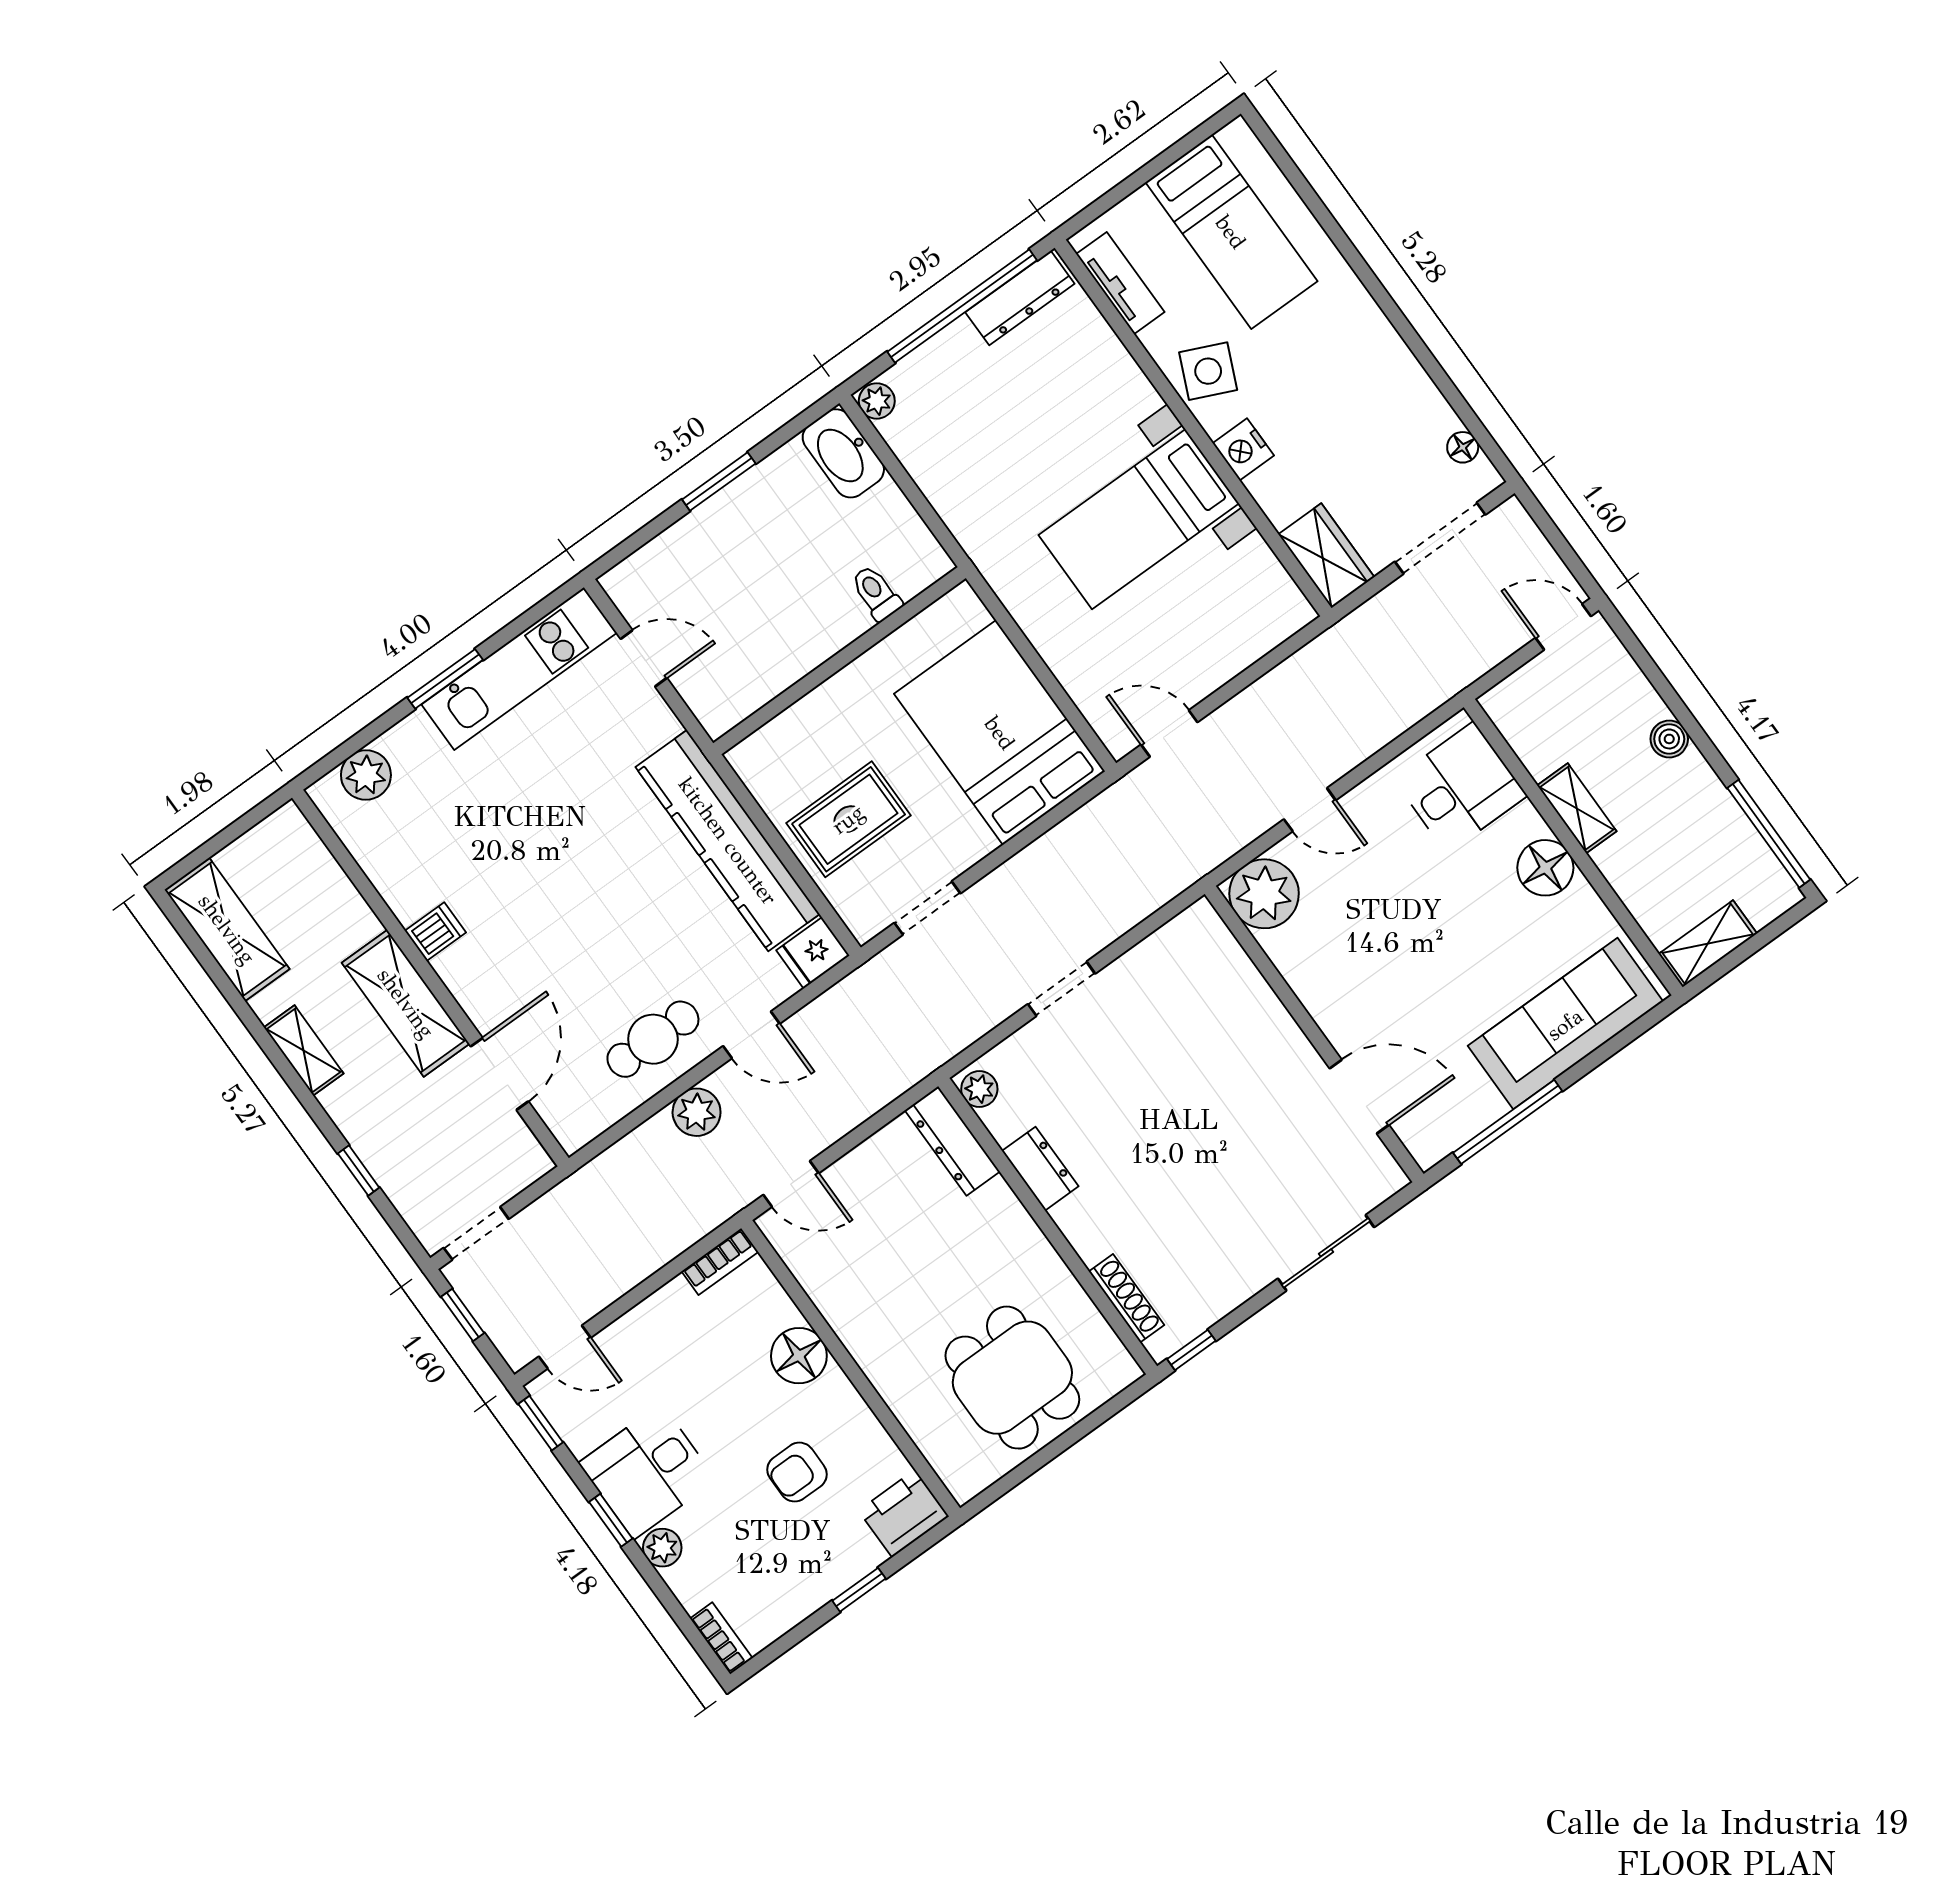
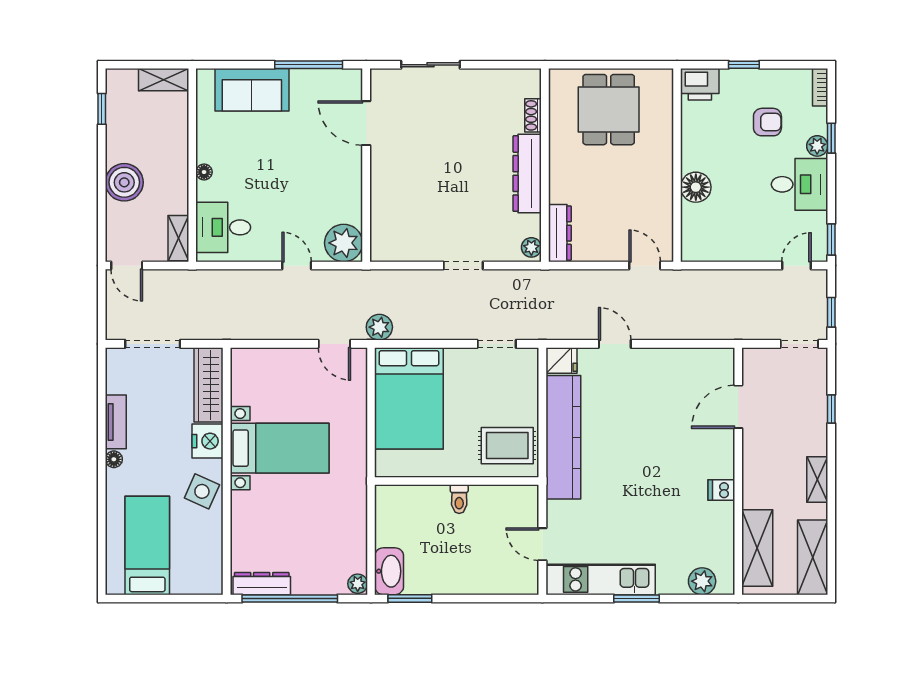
tv unit: (1120, 283) -> (116, 422), moved, turned 180
floor lamp: (1463, 447) -> (114, 459), moved
nightstand: (1243, 449) -> (208, 441), width x1.36, depth x1.33
window: (719, 481) -> (410, 598), moved
wardrobe: (1326, 556) -> (209, 385), width x1.50
toilet: (876, 593) -> (459, 499), moved
boiler: (1669, 739) -> (124, 182), width x1.86, depth x1.86
shelving: (1577, 808) -> (178, 238), moved
rug: (848, 819) -> (507, 446), moved
window: (1769, 834) -> (102, 109), width x0.46
floor lamp: (1545, 868) -> (204, 172), width x0.53, depth x0.53
shelving: (406, 1003) -> (757, 548), moved
sofa: (1565, 1024) -> (252, 90), width x0.73
cafe table: (653, 1039) -> (660, 373), removed
plant: (697, 1112) -> (379, 327), moved
dresser: (1040, 1169) -> (527, 174), width x1.96, depth x1.24
bookcase: (720, 1262) -> (701, 254), removed
shoe rack: (1126, 1298) -> (533, 115), width x0.70
door: (565, 1347) -> (796, 266), hinge flipped
window: (1191, 1350) -> (521, 65), removed
armchair: (797, 1472) -> (767, 122), moved
window: (611, 1520) -> (831, 138), moved

